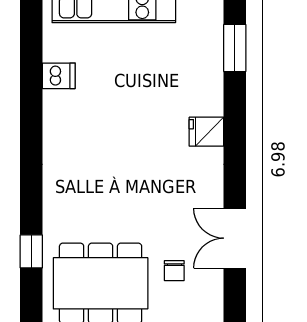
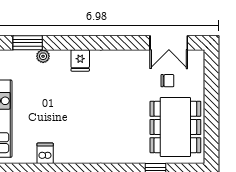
plant: (213, 73) -> (43, 56), added
double door: (235, 238) -> (169, 43), moved

